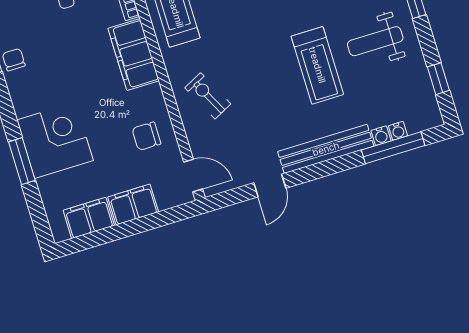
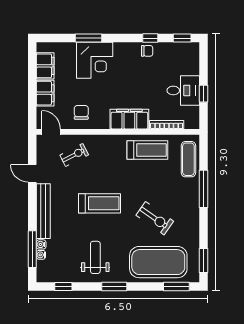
treadmill: (317, 65) -> (99, 203), moved, turned 180
exercise bike: (208, 96) -> (74, 155), moved
door: (193, 175) -> (51, 132), swing flipped

